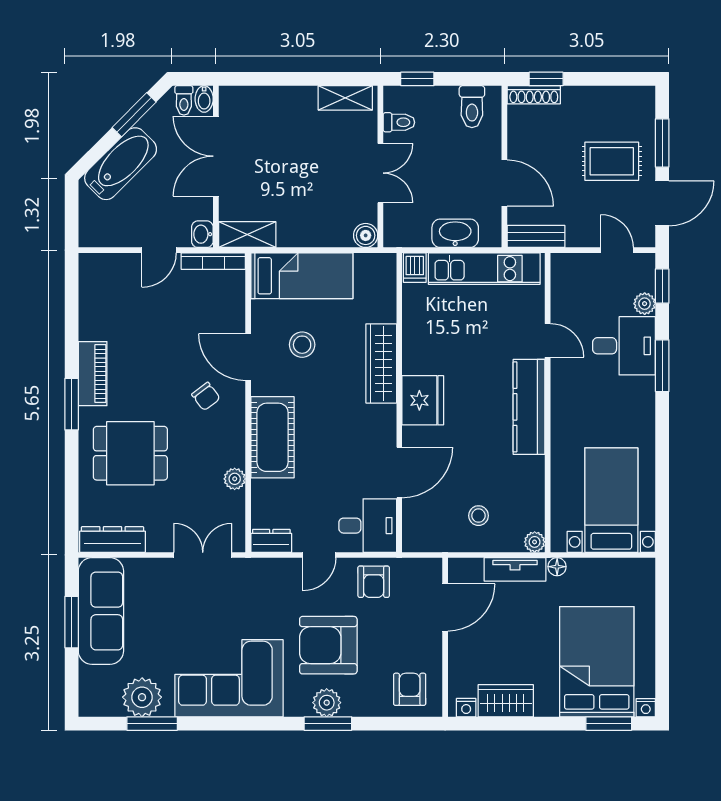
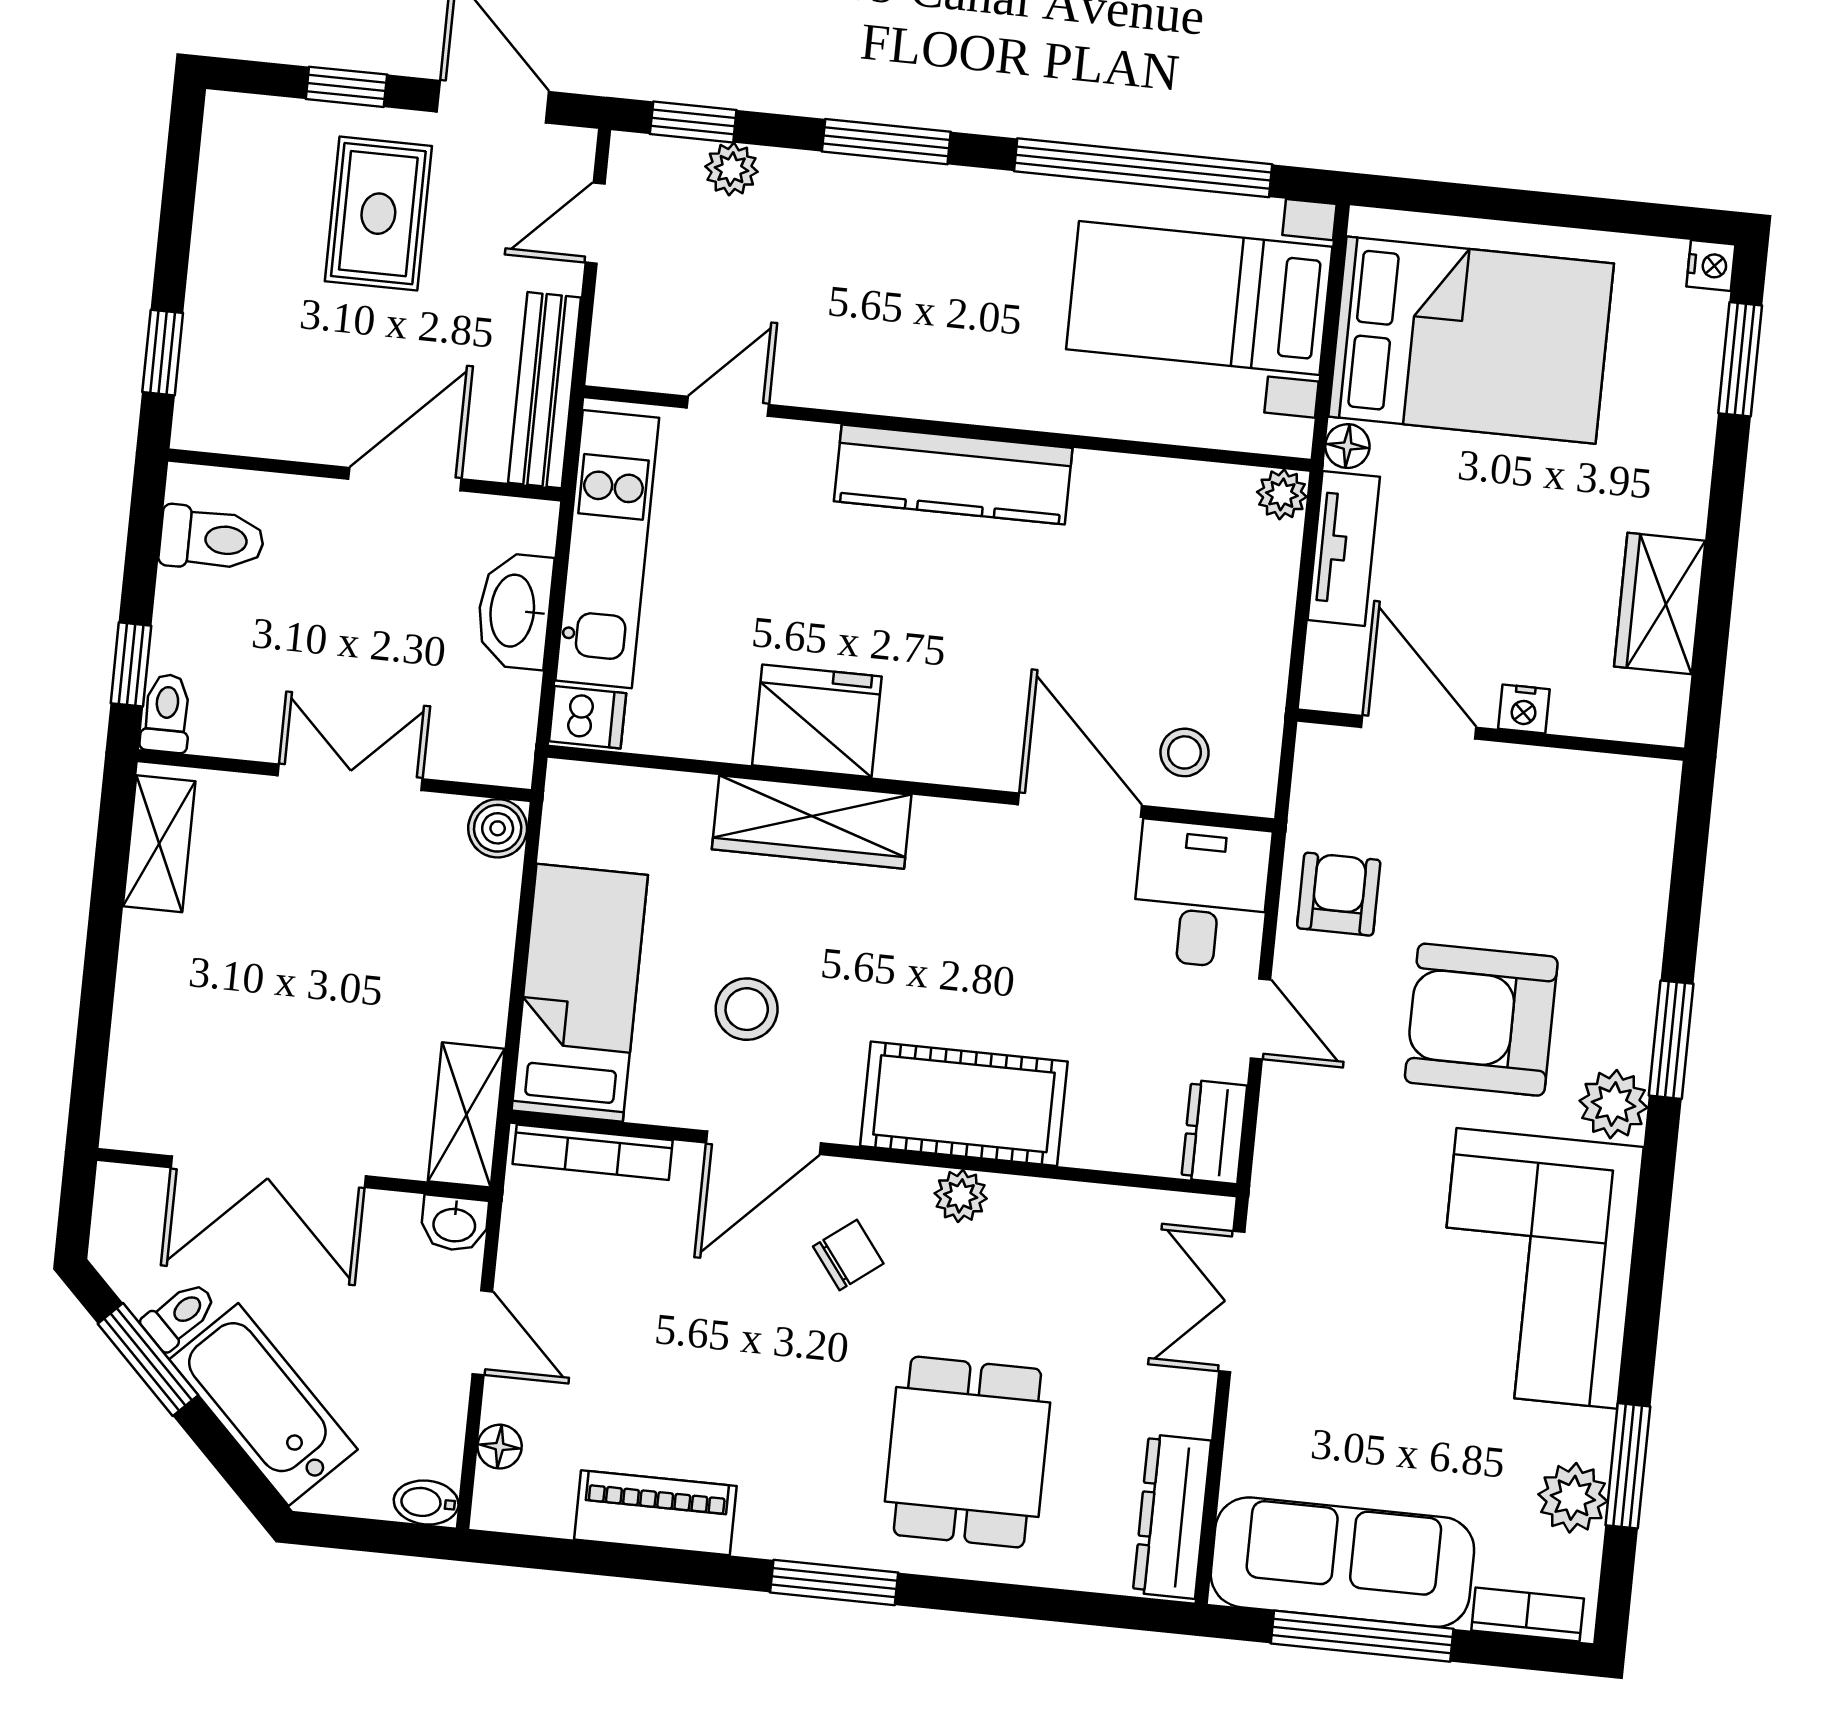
shoe rack: (534, 95) -> (198, 386), removed
bidet: (204, 99) -> (426, 1502), moved, turned 180
toilet: (184, 100) -> (179, 1315), moved, turned -45
toilet: (399, 122) -> (166, 713), moved
window: (662, 143) -> (346, 87), width x0.67
bench: (536, 236) -> (545, 390), width x1.36
bookcase: (213, 261) -> (593, 1152), moved, turned 90
floor lamp: (113, 262) -> (500, 1447), added
door: (548, 340) -> (728, 406), moved
desk: (624, 346) -> (829, 229), removed
piano: (93, 374) -> (655, 1513), moved
fridge: (423, 400) -> (817, 721), moved
window: (662, 472) -> (1143, 168), added
plant: (235, 479) -> (961, 1196), moved
stool: (479, 516) -> (1184, 752), moved
armchair: (374, 582) -> (1339, 894), turned -90
window: (72, 622) -> (1362, 1636), width x1.44
armchair: (328, 645) -> (1481, 1020), turned 90
bed: (597, 662) -> (1471, 340), moved, turned 180
bookcase: (87, 689) -> (1528, 1615), added
armchair: (410, 689) -> (1608, 833), removed
plant: (142, 697) -> (1573, 1498), width x0.73, depth x0.73
plant: (327, 703) -> (1614, 1104), moved
nightstand: (466, 708) -> (1524, 709), moved, turned 90

